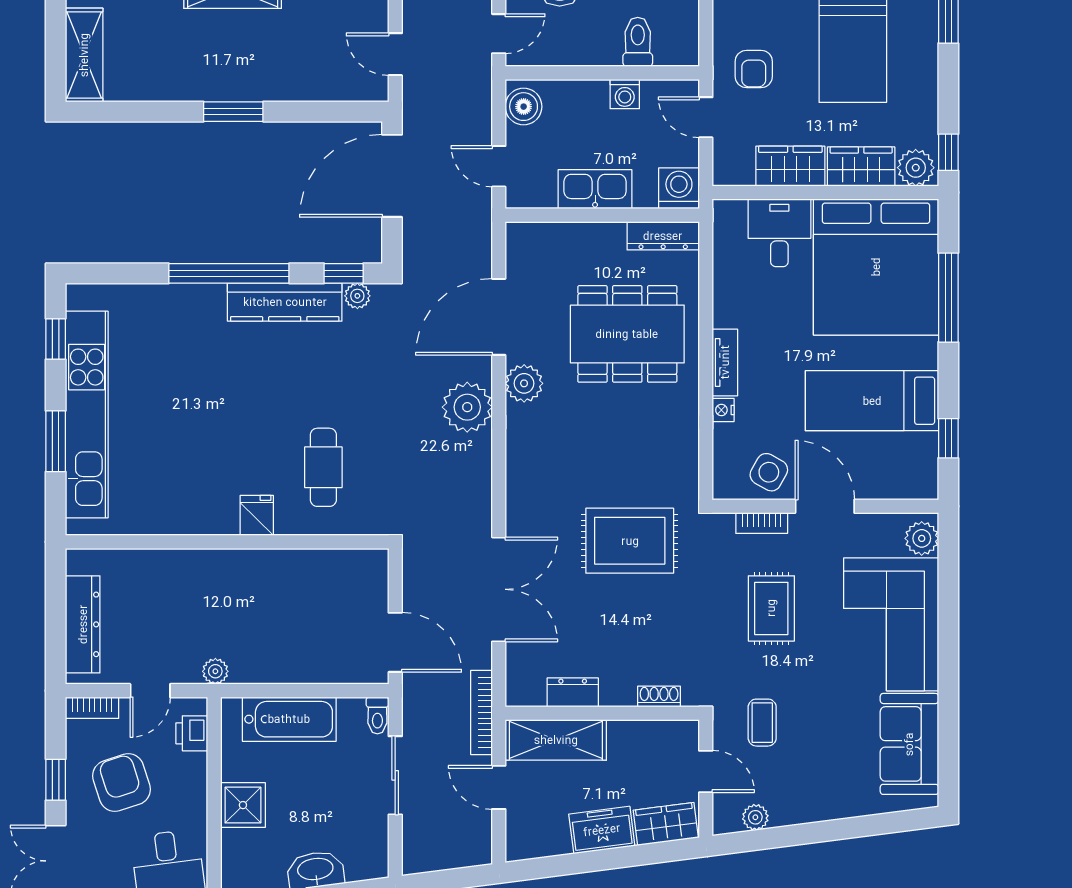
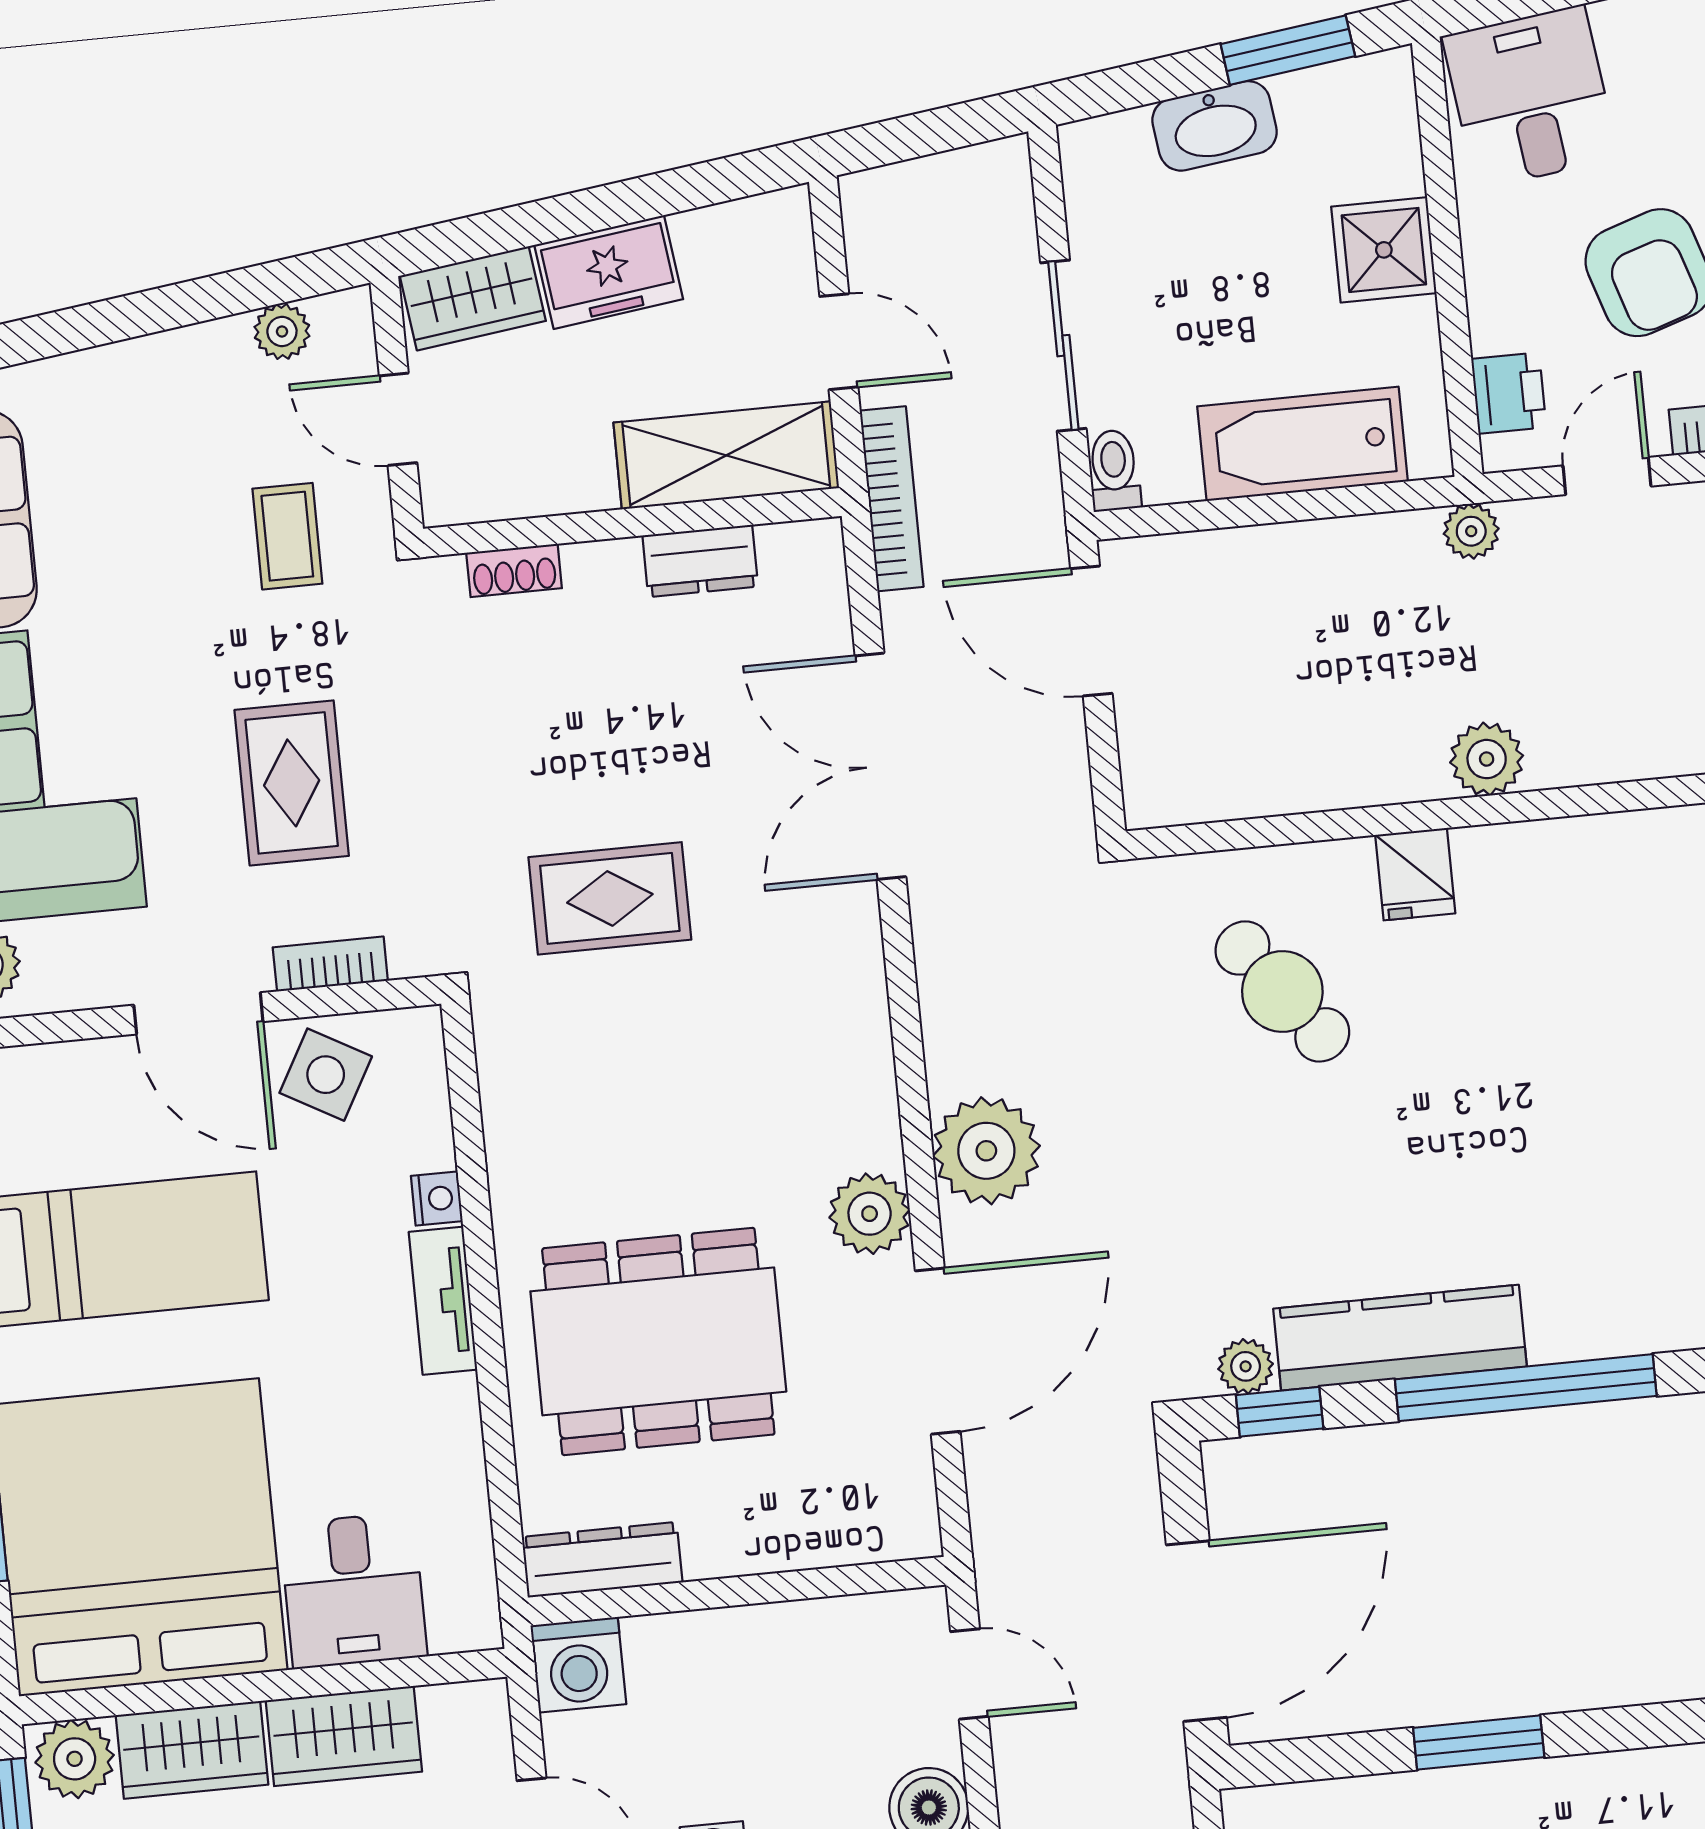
window: (233, 112) -> (1479, 1743), moved
kitchen sink: (595, 189) -> (758, 1645), removed
cafe table: (323, 467) -> (1282, 991), turned -37
rug: (630, 541) -> (610, 898), width x0.73, depth x0.70
plant: (219, 565) -> (1487, 759), added

